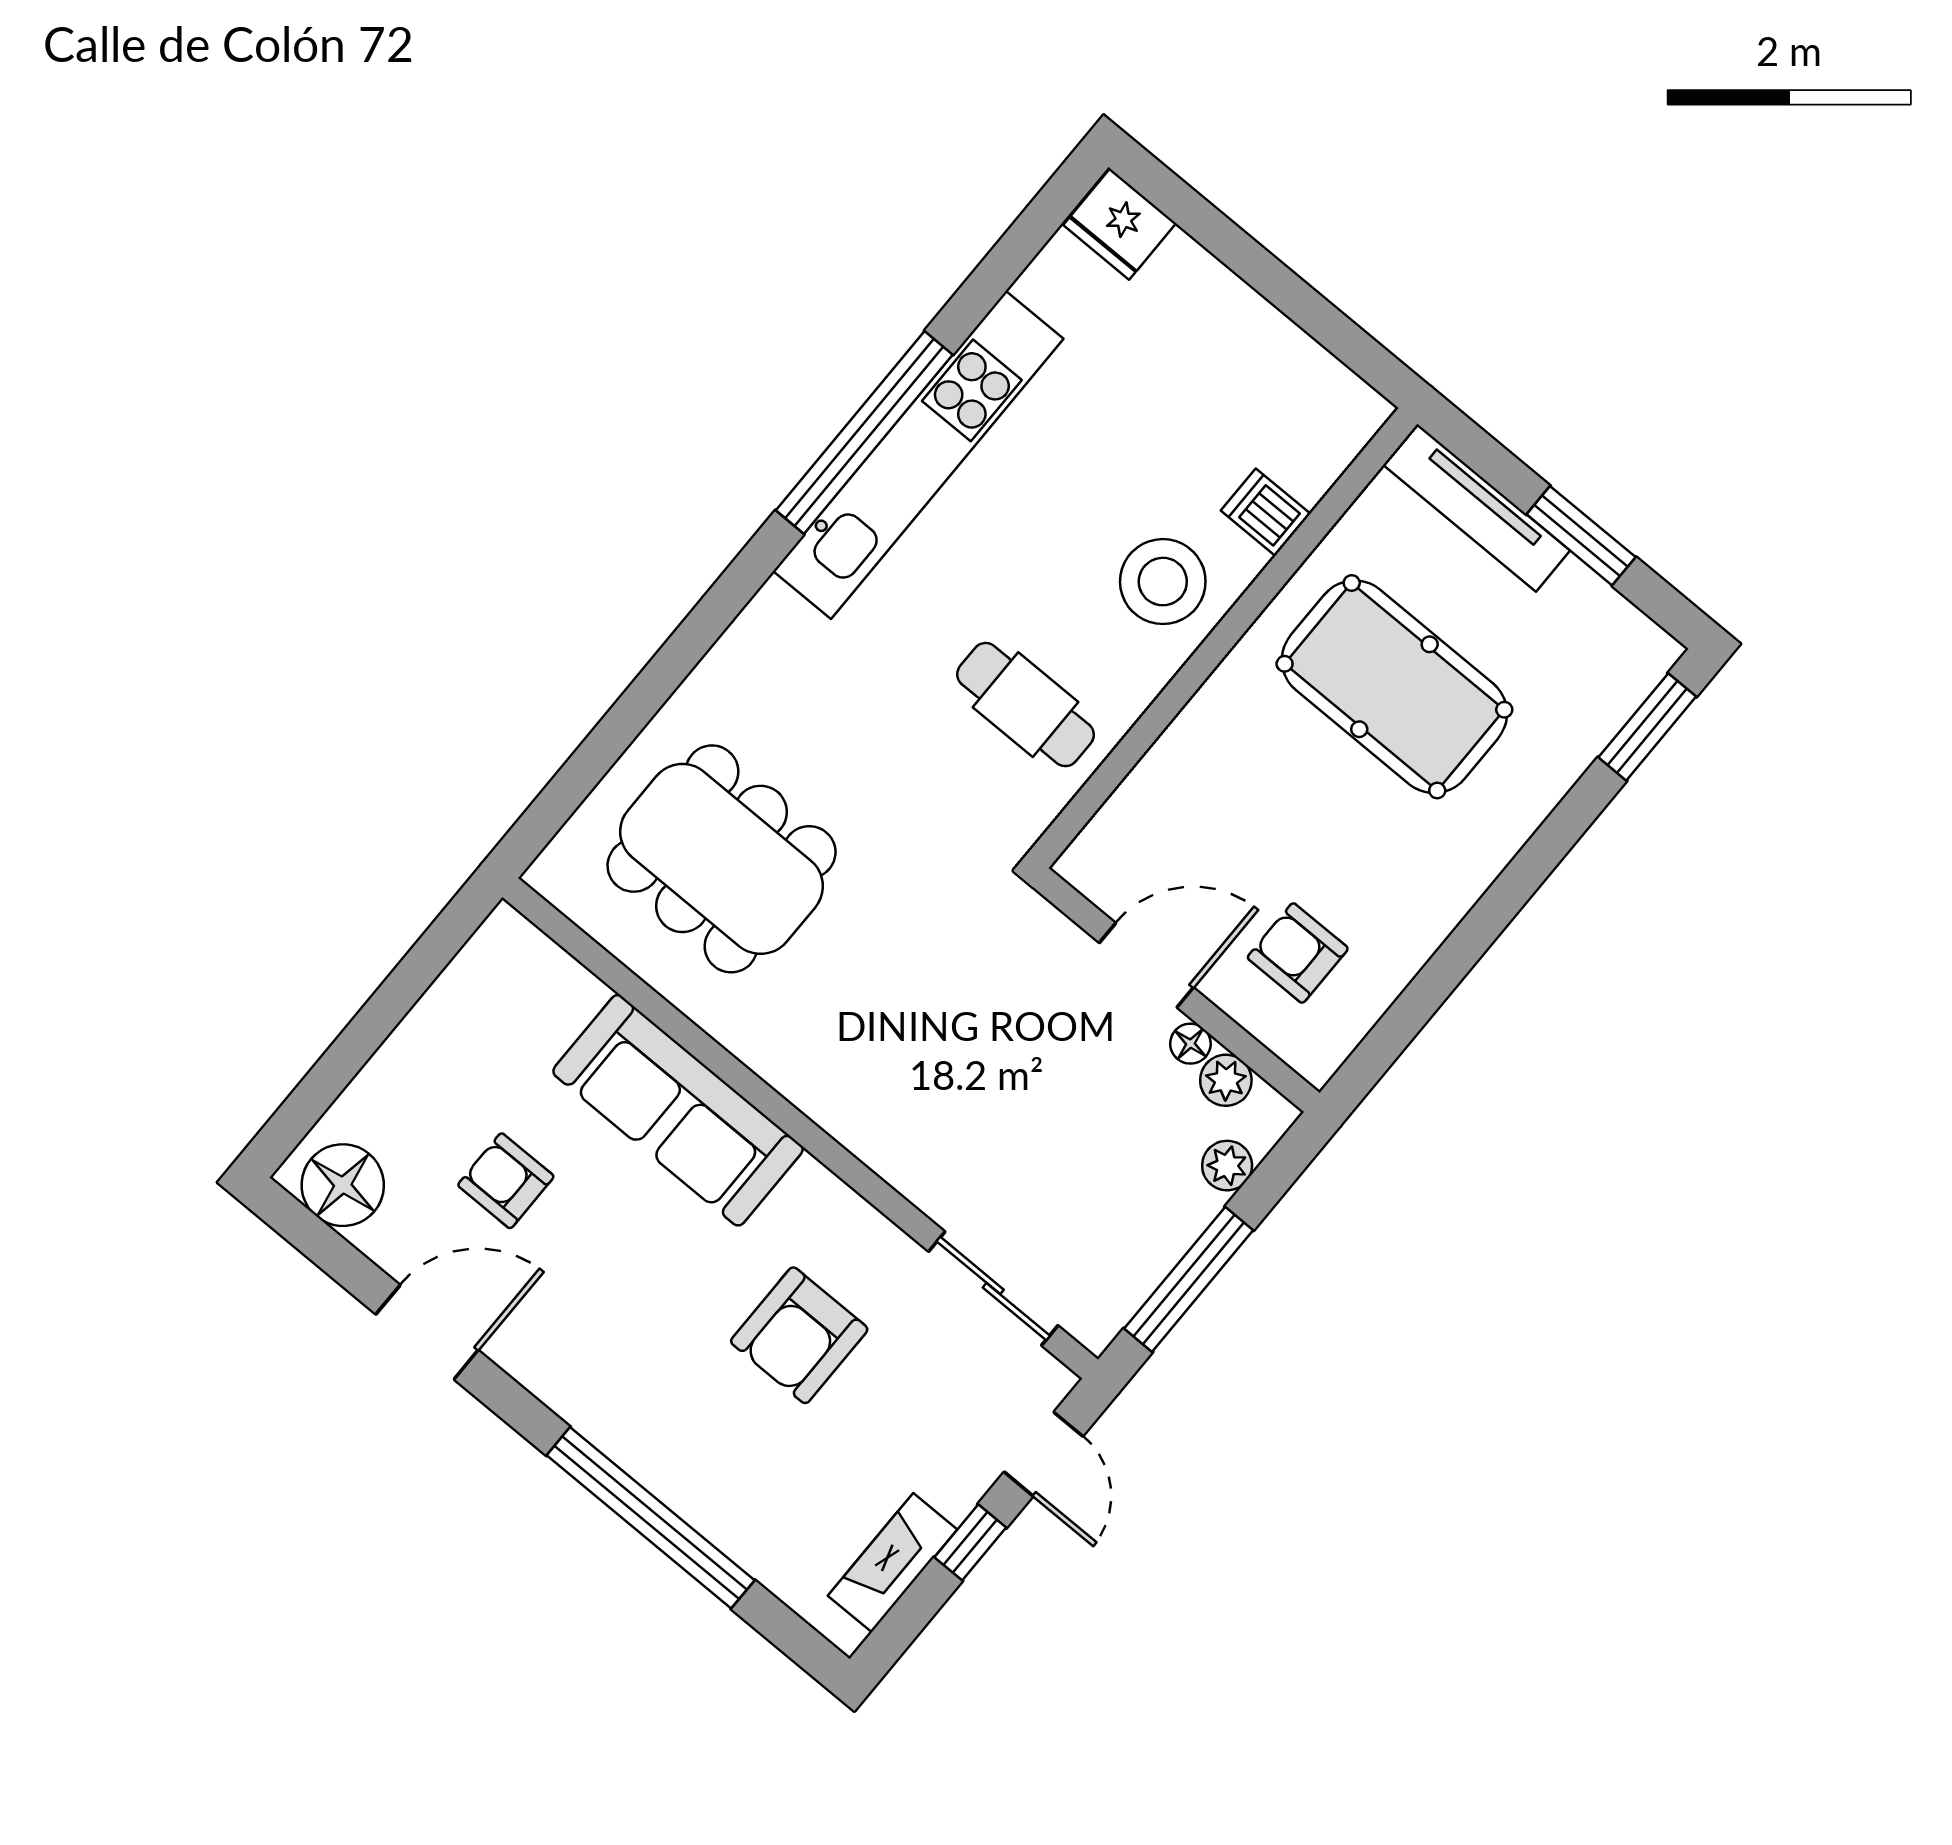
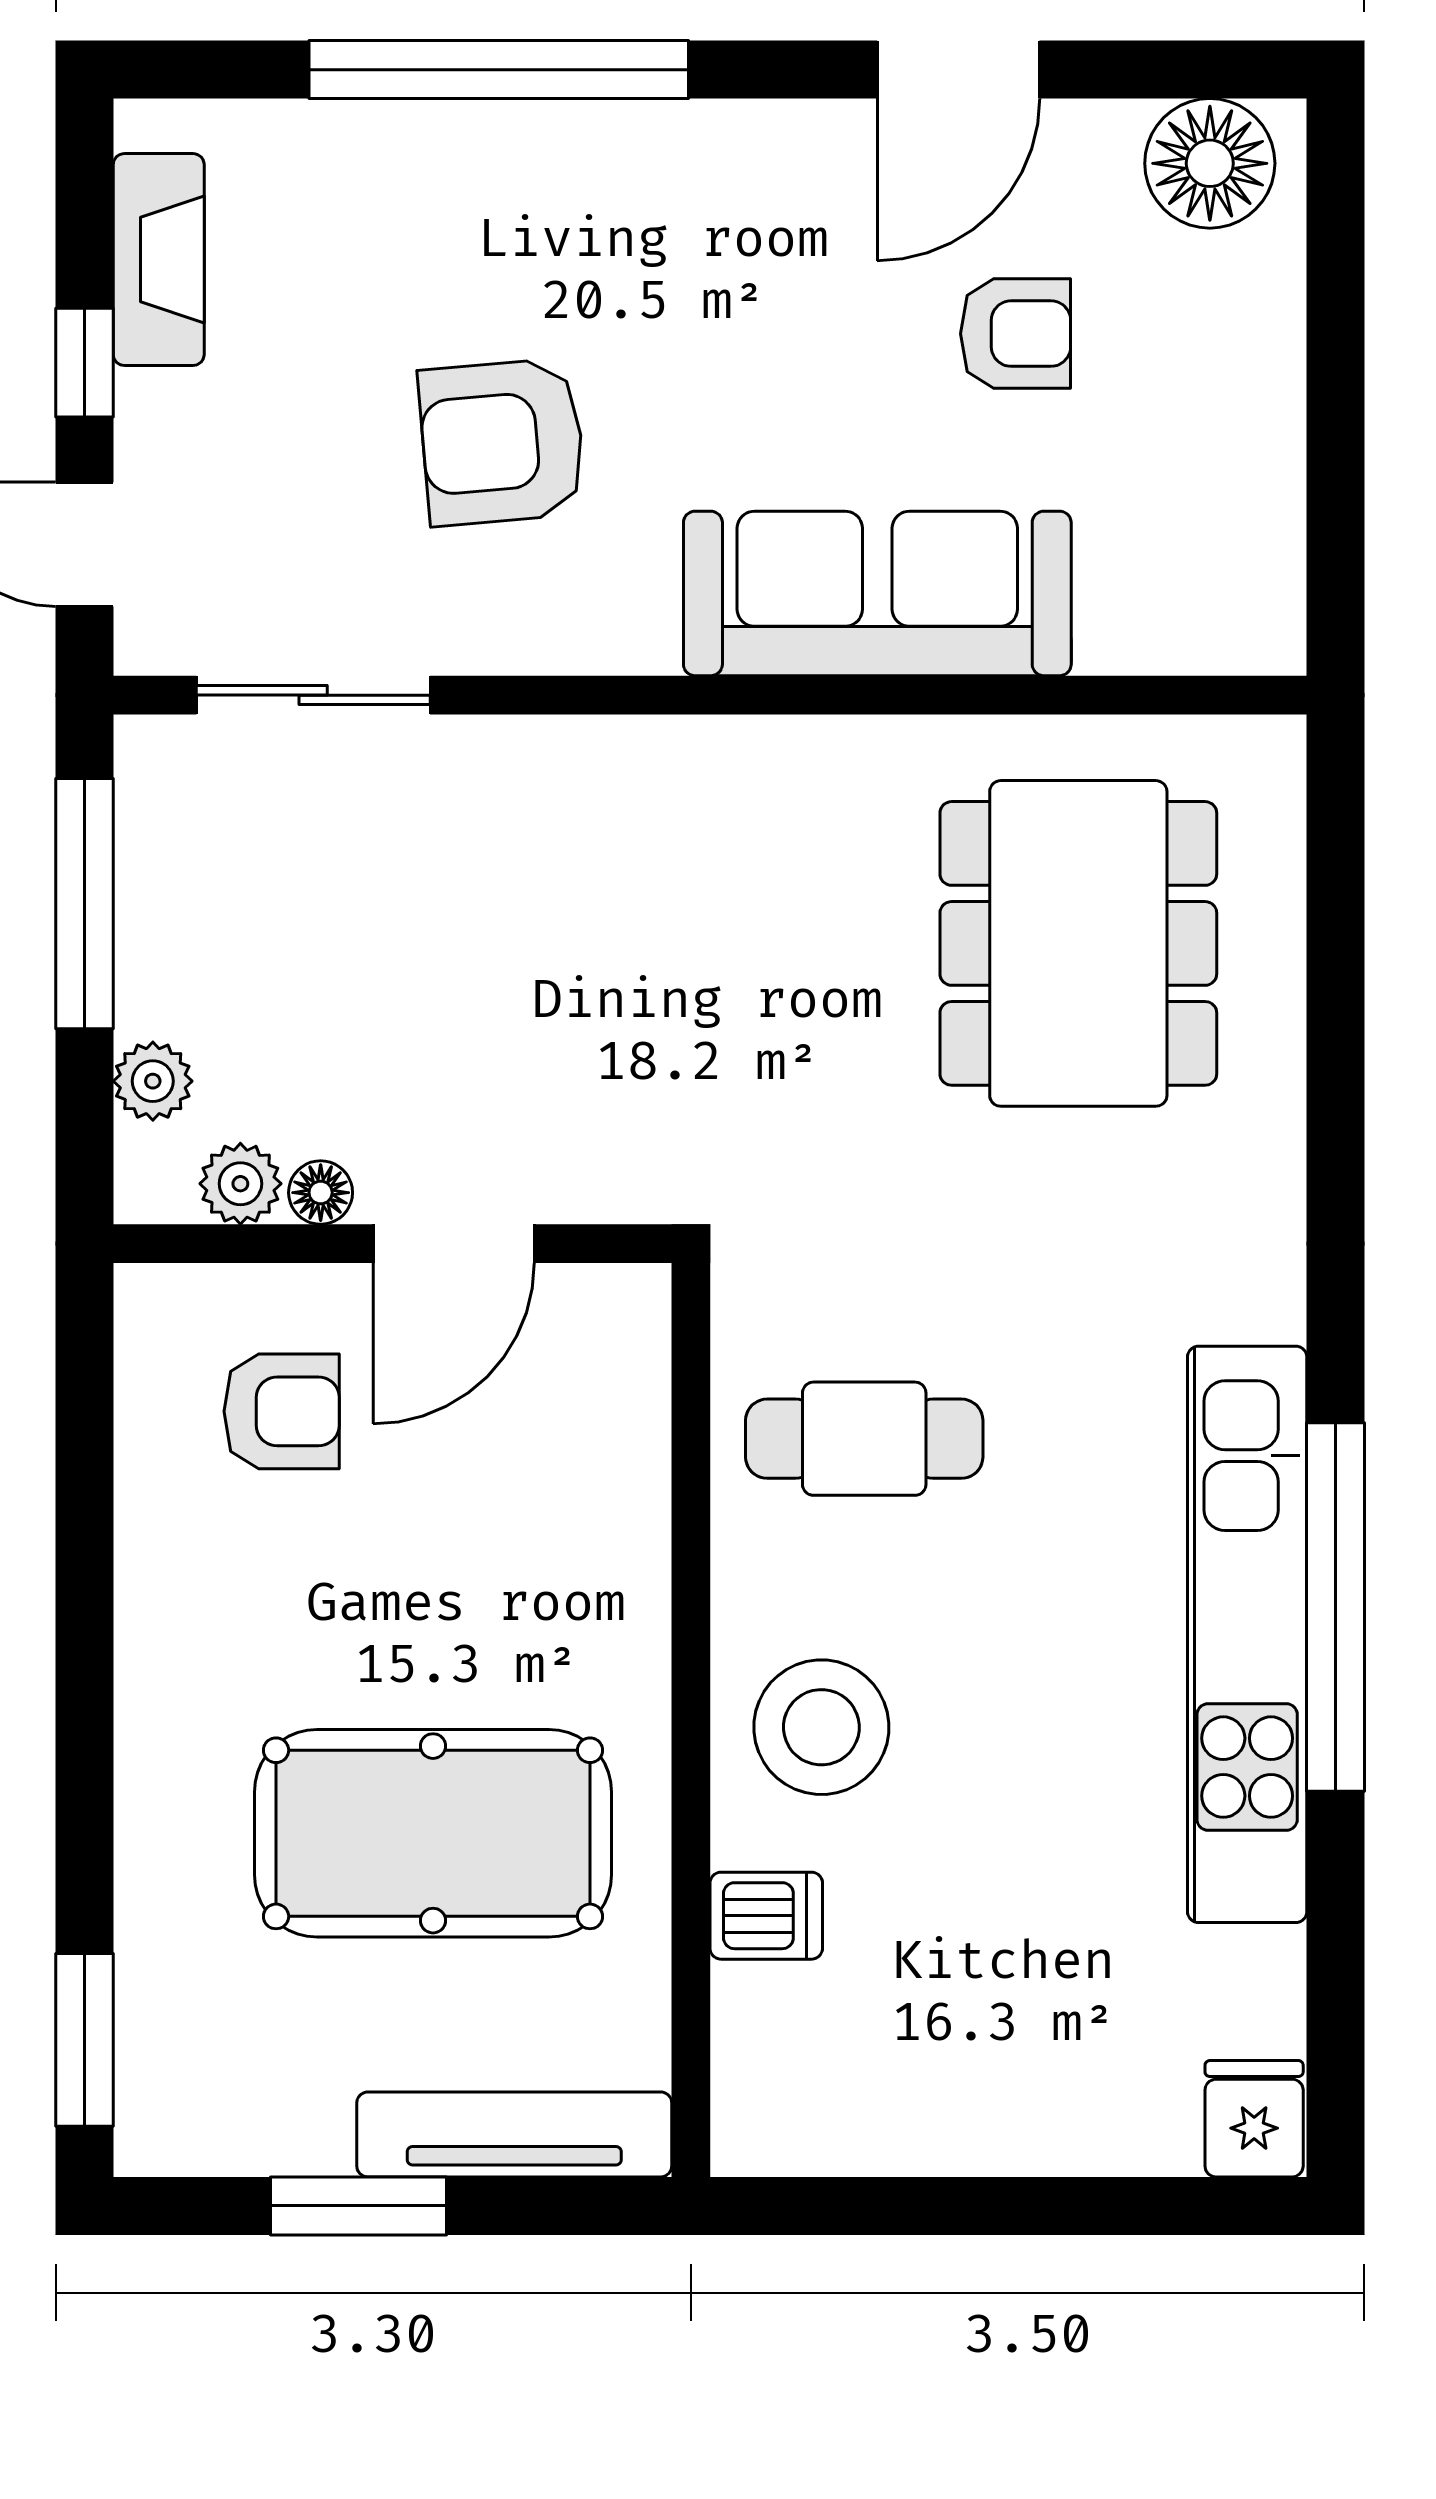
fridge: (1120, 224) -> (1254, 2119), width x0.72
dining table: (722, 859) -> (1078, 943), turned 90
armchair: (799, 1335) -> (502, 442), turned -95

